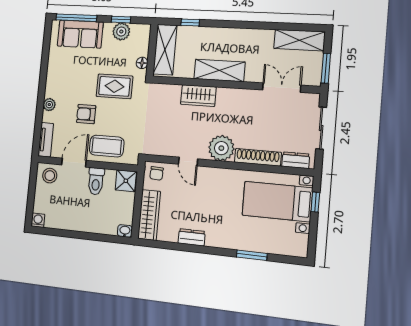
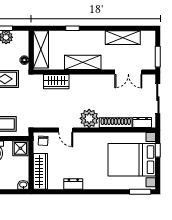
window: (190, 22) -> (72, 28), moved
shelving: (299, 40) -> (123, 38), moved
double door: (282, 88) -> (128, 72), swing flipped
wardrobe: (198, 96) -> (56, 82), moved
bed with nightstands: (277, 202) -> (132, 160), width x1.36
window: (252, 255) -> (140, 192), moved

